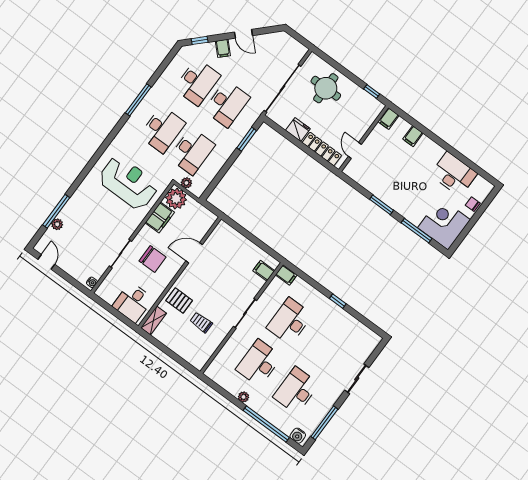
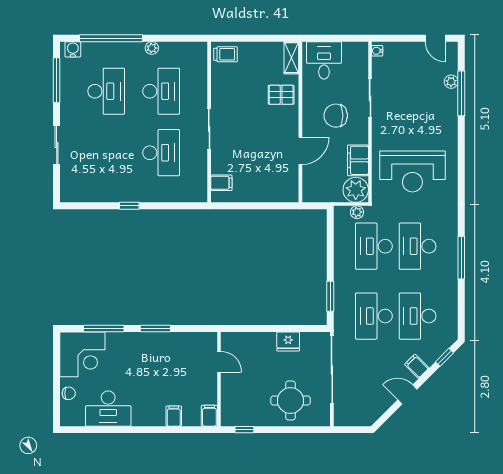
locker: (322, 149) -> (252, 340), removed
filing cabinet: (286, 275) -> (197, 195), removed
trolley: (201, 322) -> (226, 54), moved

